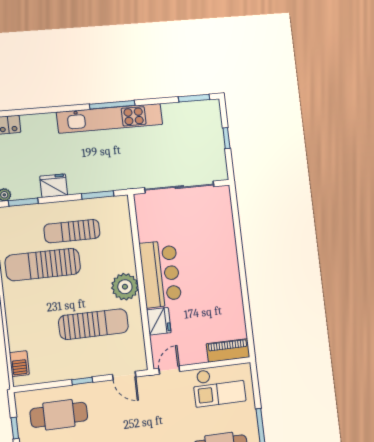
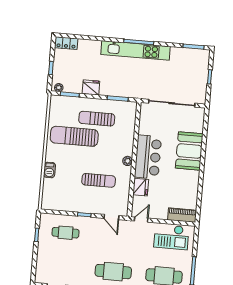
booth: (219, 253) -> (189, 151), added
plant: (125, 287) -> (128, 161), width x0.53, depth x0.53
sun lounger: (94, 324) -> (99, 180), width x0.73, depth x0.75
barbecue: (19, 364) -> (49, 170), moved
cafe table: (59, 415) -> (65, 233), width x0.73, depth x0.74

